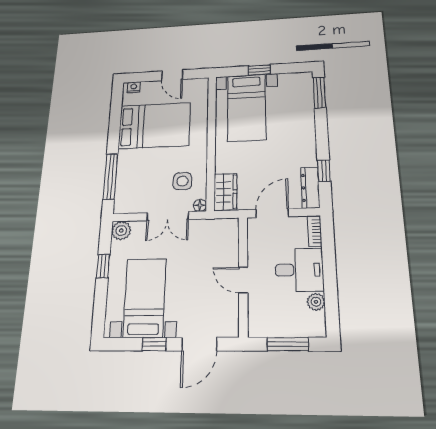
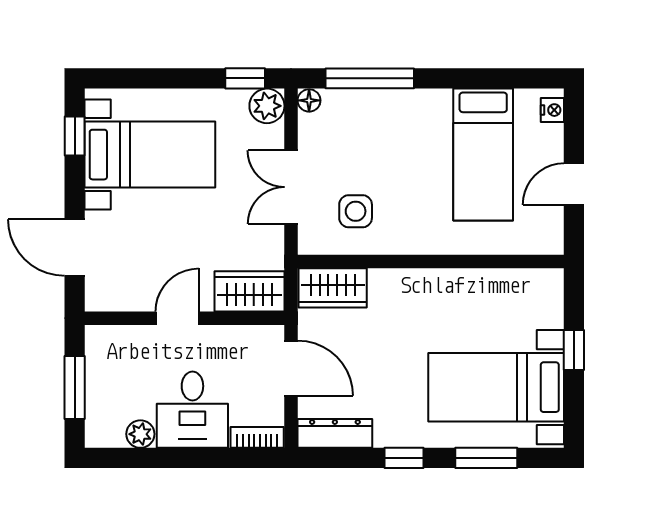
window: (319, 93) -> (486, 458), moved
bed with nightstands: (246, 107) -> (496, 387), moved
bed: (154, 126) -> (483, 155), width x0.67
window: (324, 171) -> (404, 458), moved
floor lamp: (200, 205) -> (309, 100), moved
wardrobe: (227, 238) -> (250, 291), added
window: (103, 266) -> (245, 78), moved
window: (154, 344) -> (75, 136), moved

